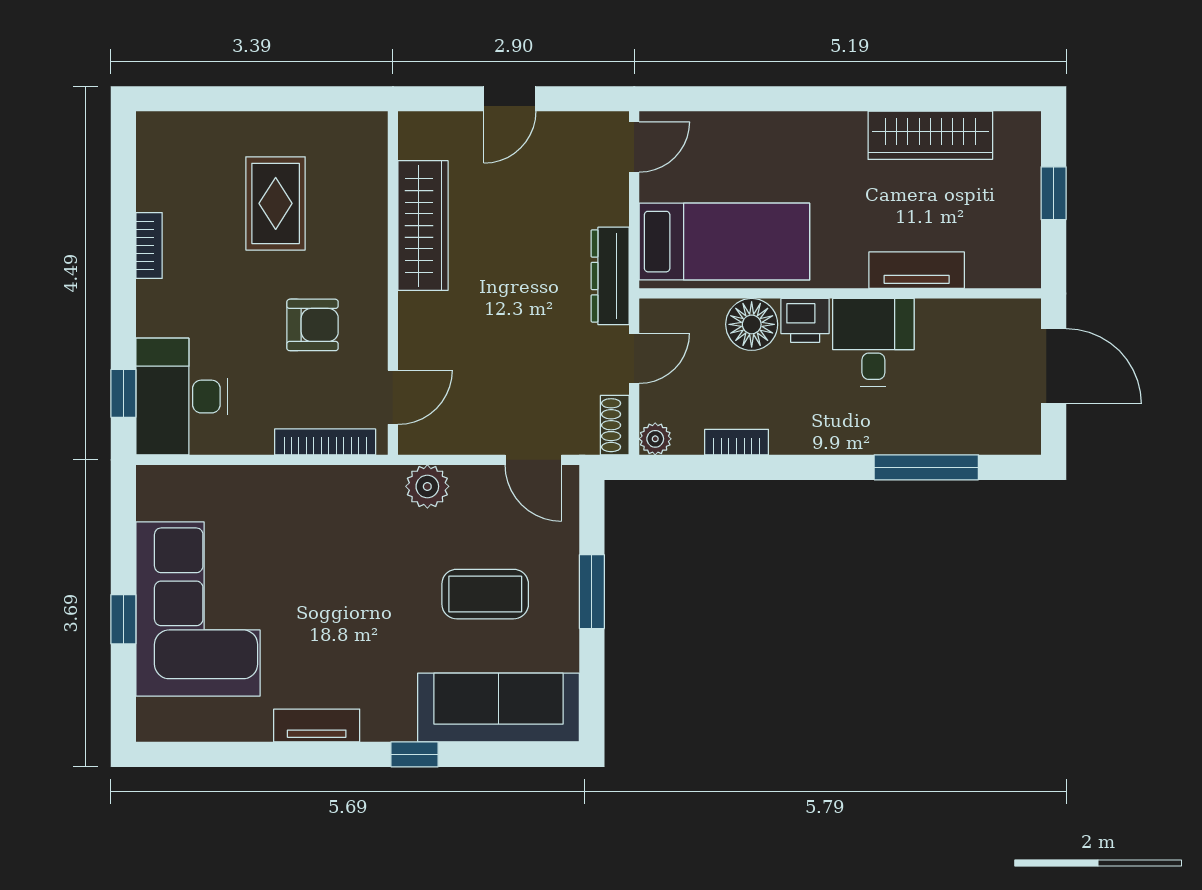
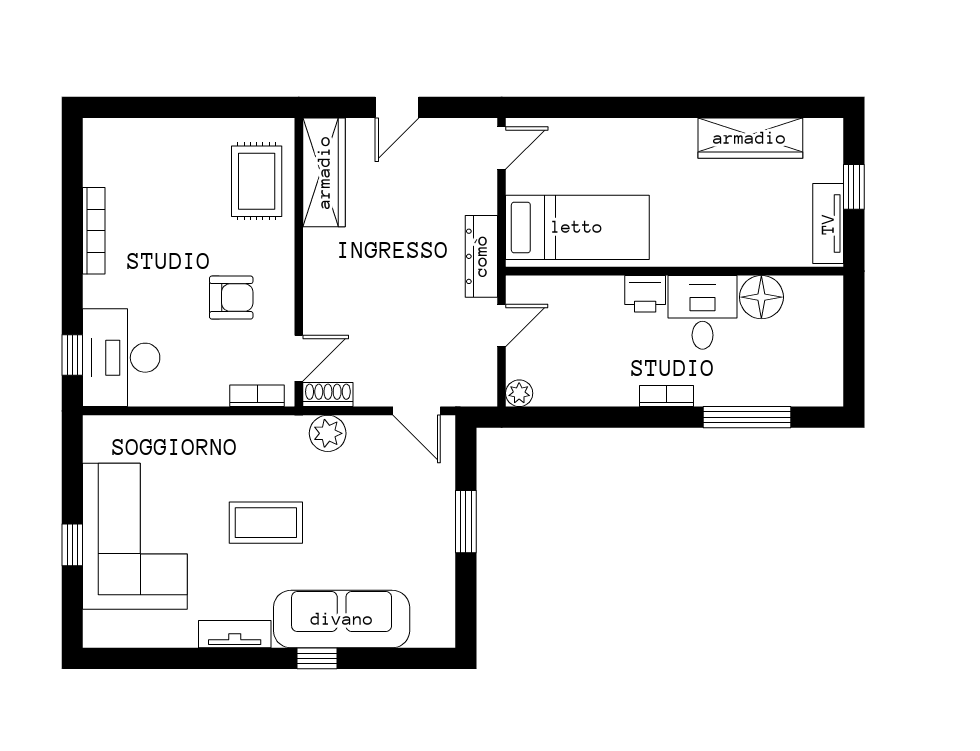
rug: (276, 203) -> (257, 181), moved
wardrobe: (423, 226) -> (324, 172), moved
bookcase: (149, 245) -> (94, 231), width x1.56
tv unit: (917, 270) -> (828, 224), moved, turned -90
floor lamp: (752, 324) -> (761, 297), moved
door: (1054, 366) -> (854, 332), removed
shoe rack: (615, 425) -> (328, 395), moved, turned 90
bookcase: (325, 442) -> (257, 396), width x0.64
bookcase: (737, 442) -> (666, 396), moved
coffee table: (485, 594) -> (266, 523), moved
sofa: (498, 708) -> (342, 619), moved

